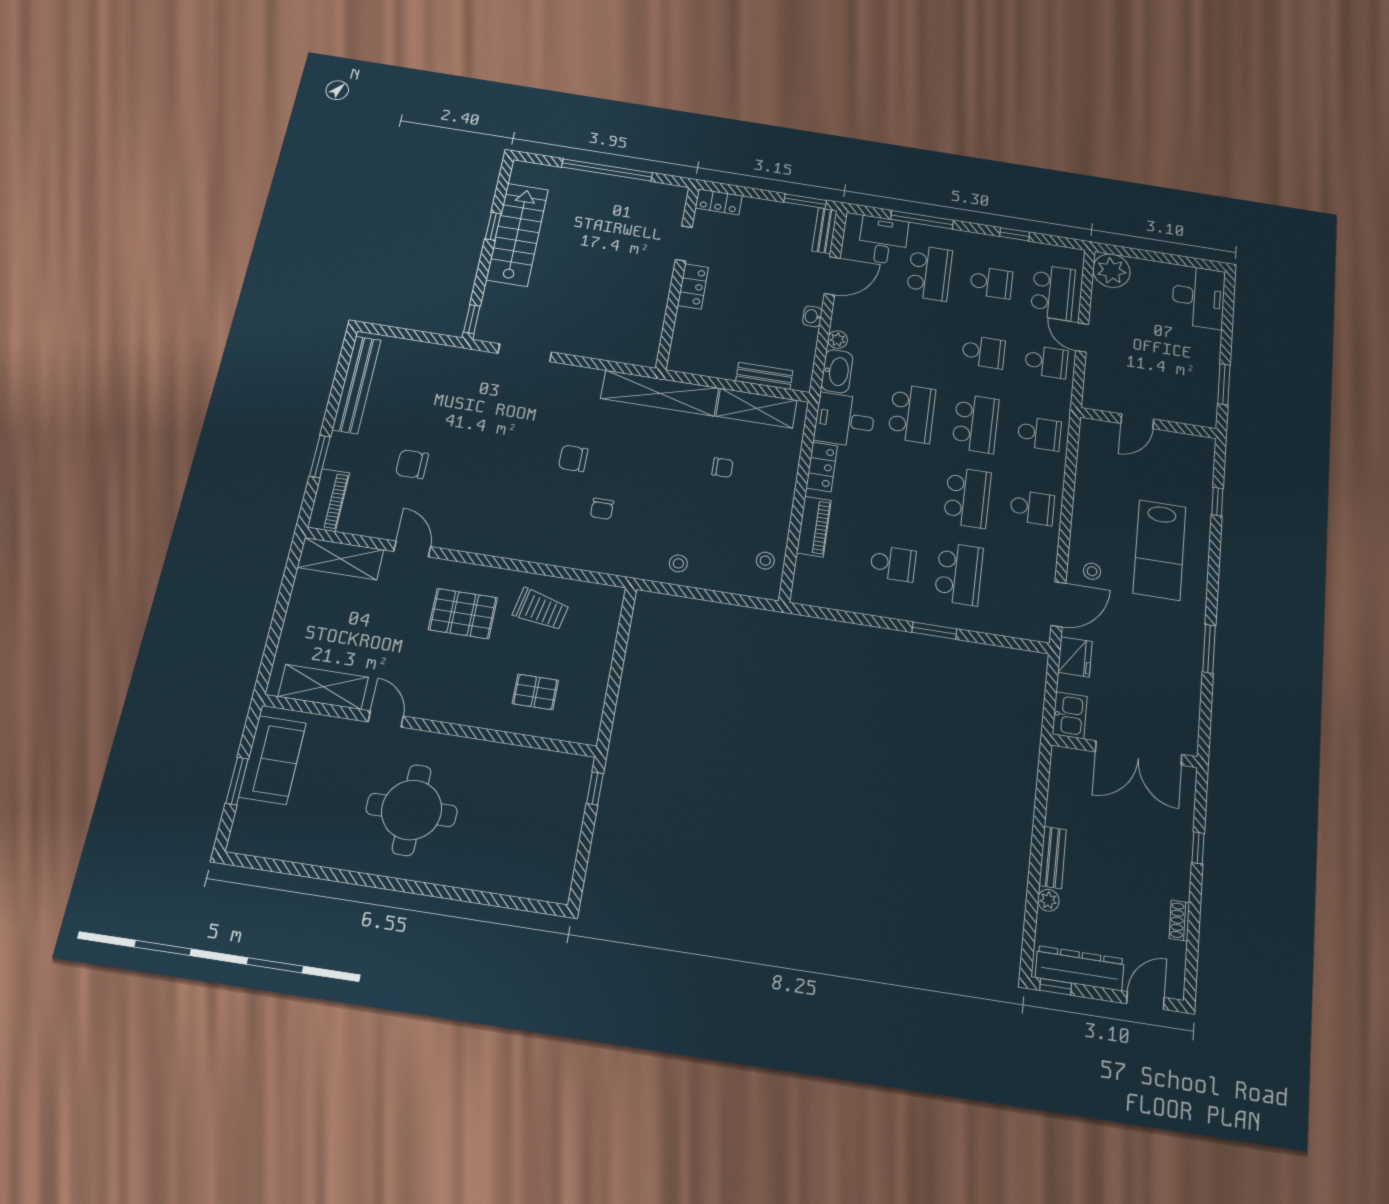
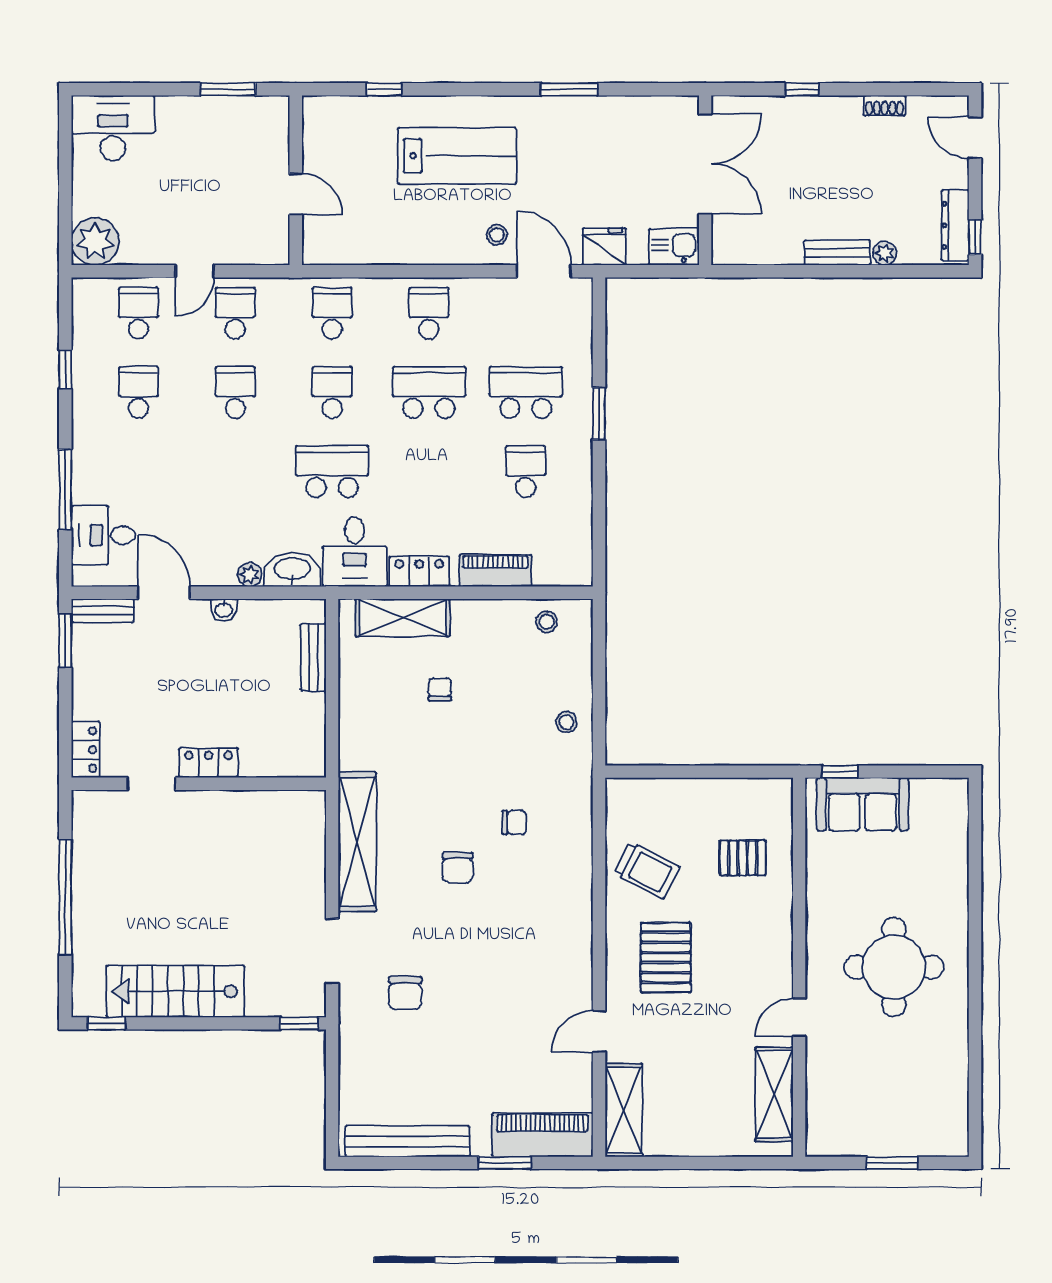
window: (493, 226) -> (107, 1023), moved
school desk: (929, 273) -> (139, 472), removed
school desk: (1053, 292) -> (139, 313), width x0.54
shelving: (660, 393) -> (357, 842), moved
shelving: (756, 408) -> (403, 618), moved, turned 90
school desk: (976, 423) -> (332, 392), width x0.54
chair: (412, 464) -> (405, 993), moved
piano: (329, 500) -> (542, 1135), width x1.37, depth x1.33
trolley: (541, 609) -> (647, 870), turned 105
pallet: (535, 692) -> (743, 858), turned 90
sofa: (273, 760) -> (863, 804), moved, turned 180
dresser: (1080, 968) -> (955, 225), width x0.73, depth x0.80

